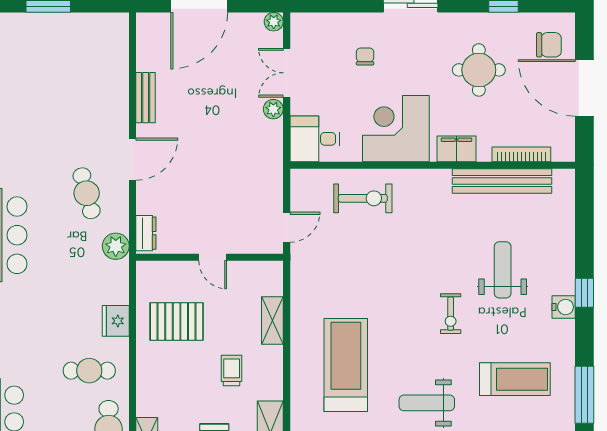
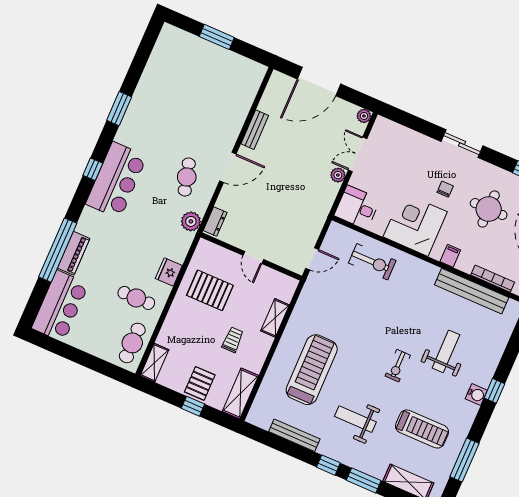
chair: (365, 56) -> (445, 189), moved
filing cabinet: (457, 149) -> (450, 256), width x0.50

